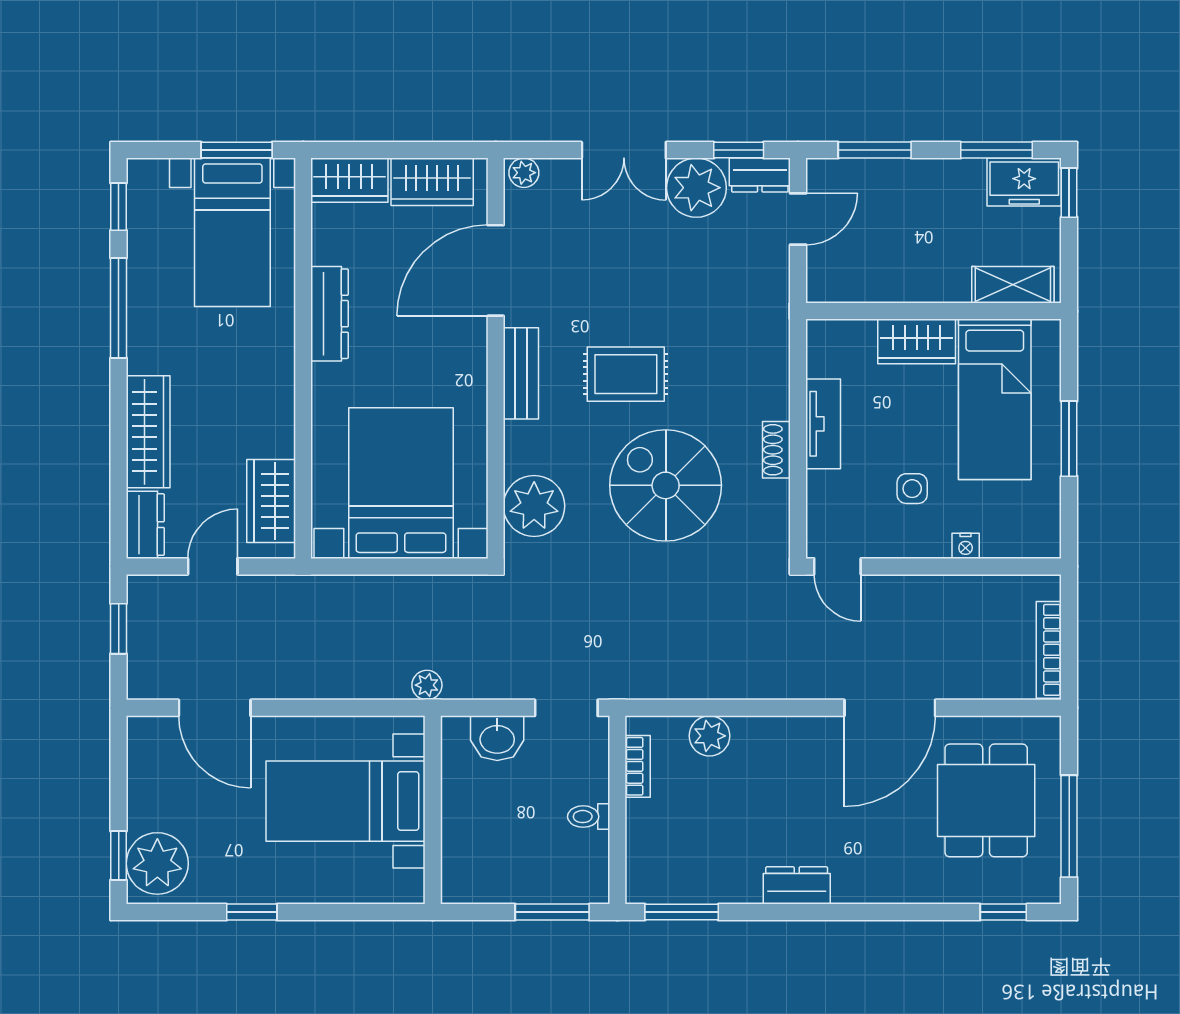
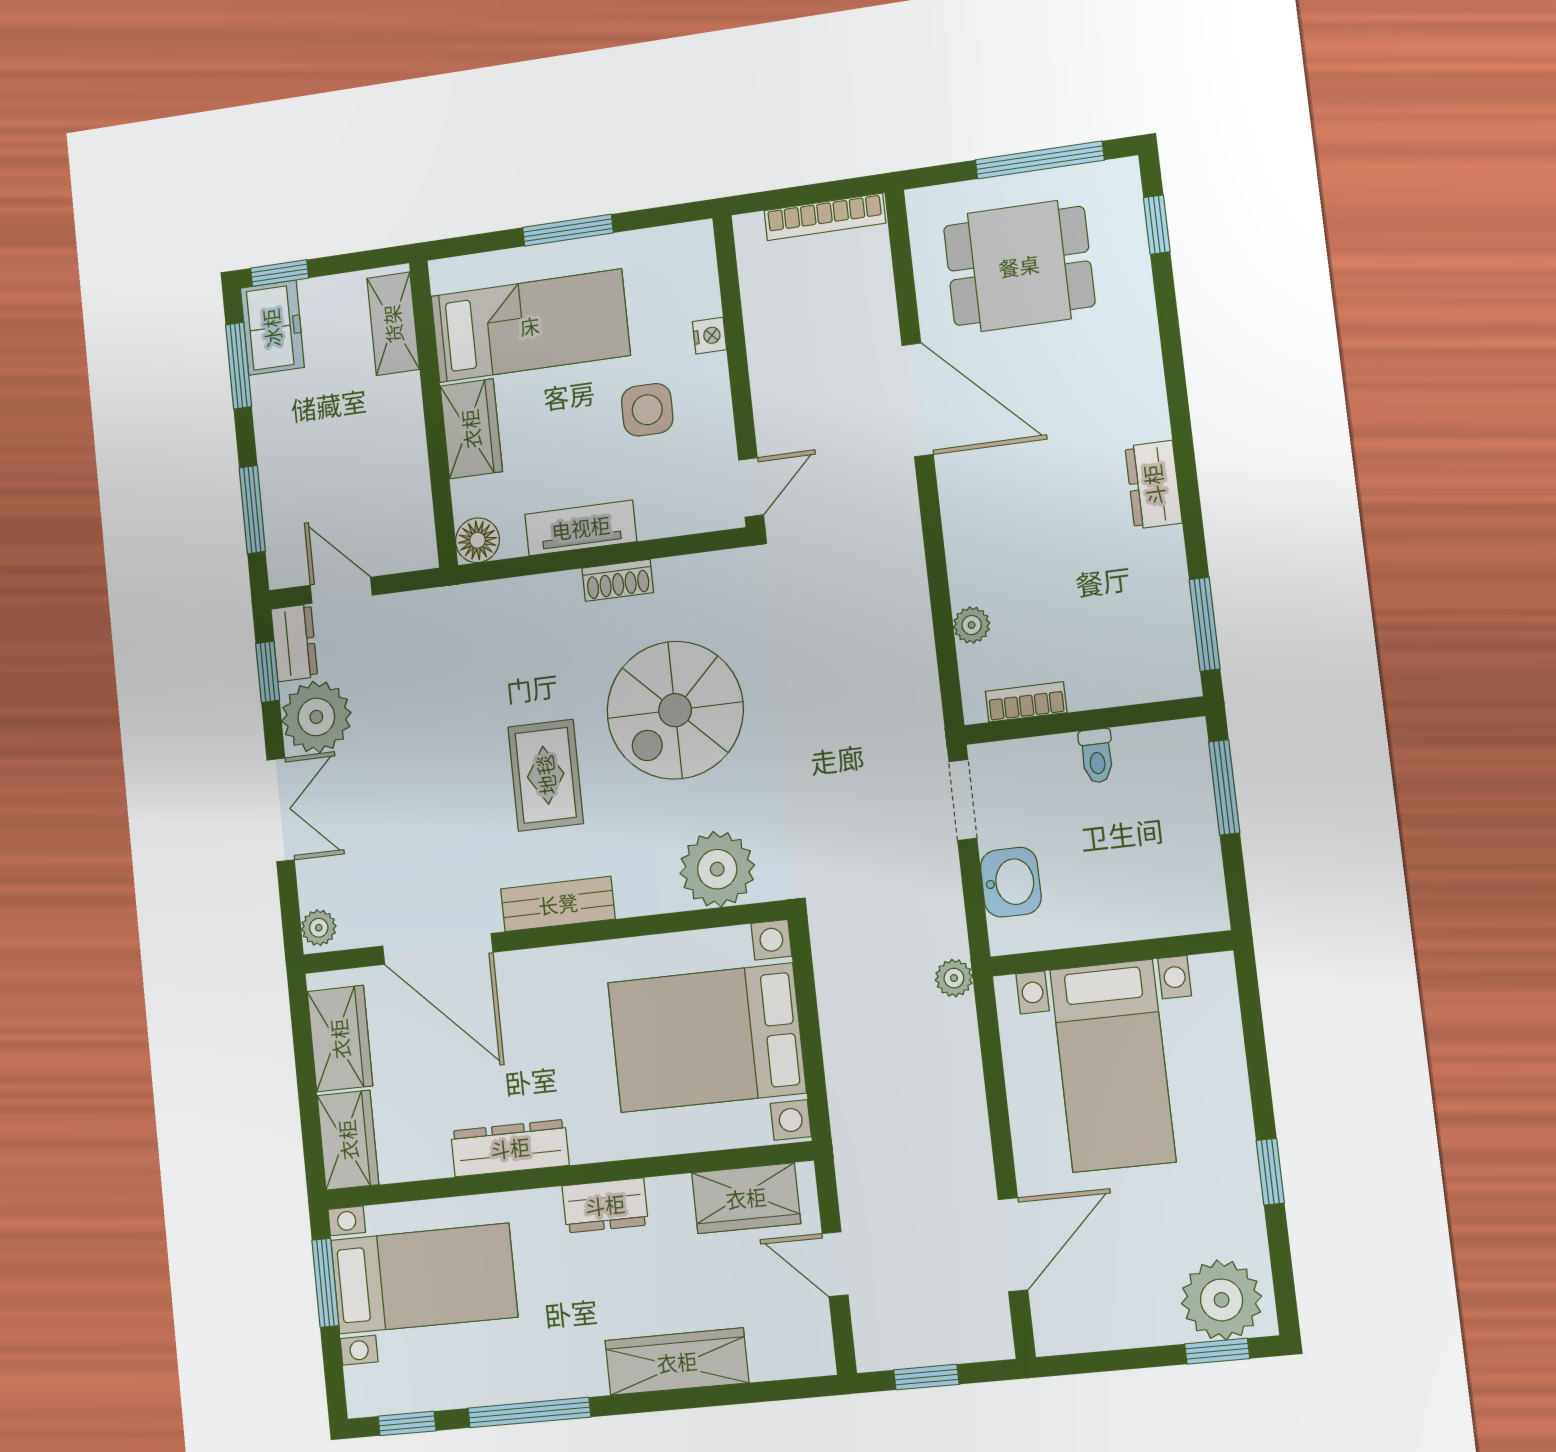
floor lamp: (824, 337) -> (477, 540), added
side table: (912, 489) -> (647, 410), width x1.37, depth x1.37
dresser: (145, 525) -> (605, 1205), moved, turned 180
plant: (710, 736) -> (972, 625), width x0.73, depth x0.73

